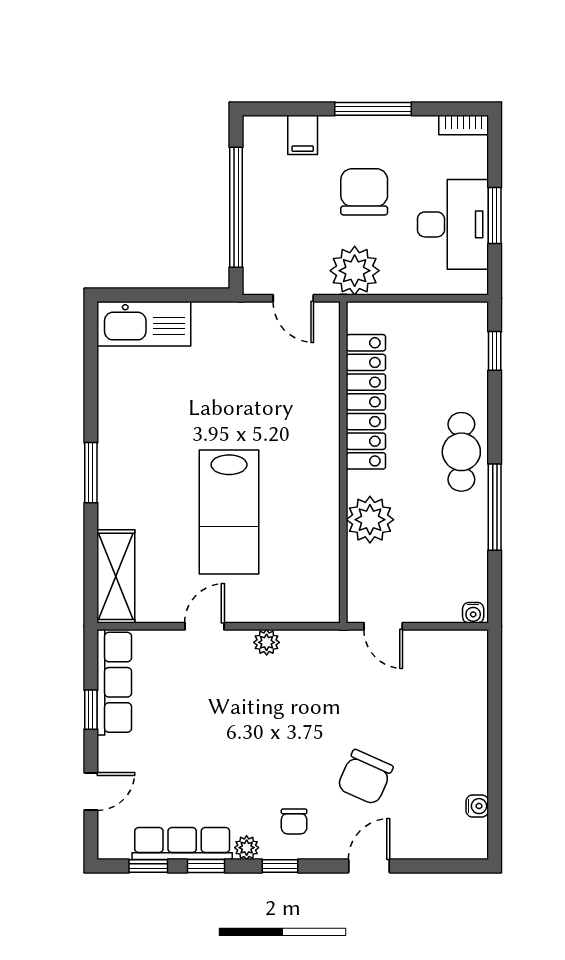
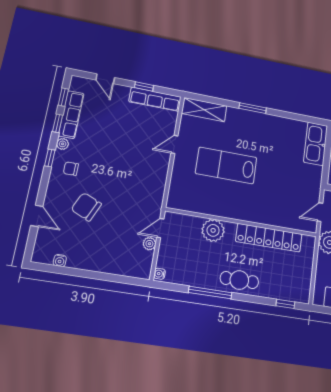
door: (204, 626) -> (174, 144), swing flipped
plant: (267, 642) -> (149, 244), moved
door: (369, 866) -> (37, 216), moved

